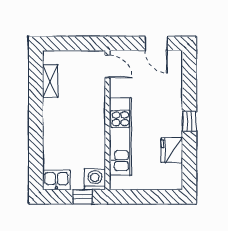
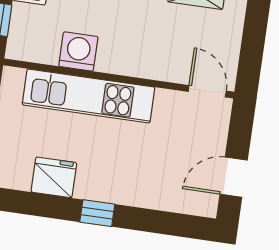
door: (107, 66) -> (207, 91), swing flipped
washing machine: (95, 179) -> (78, 52), moved, turned -90

